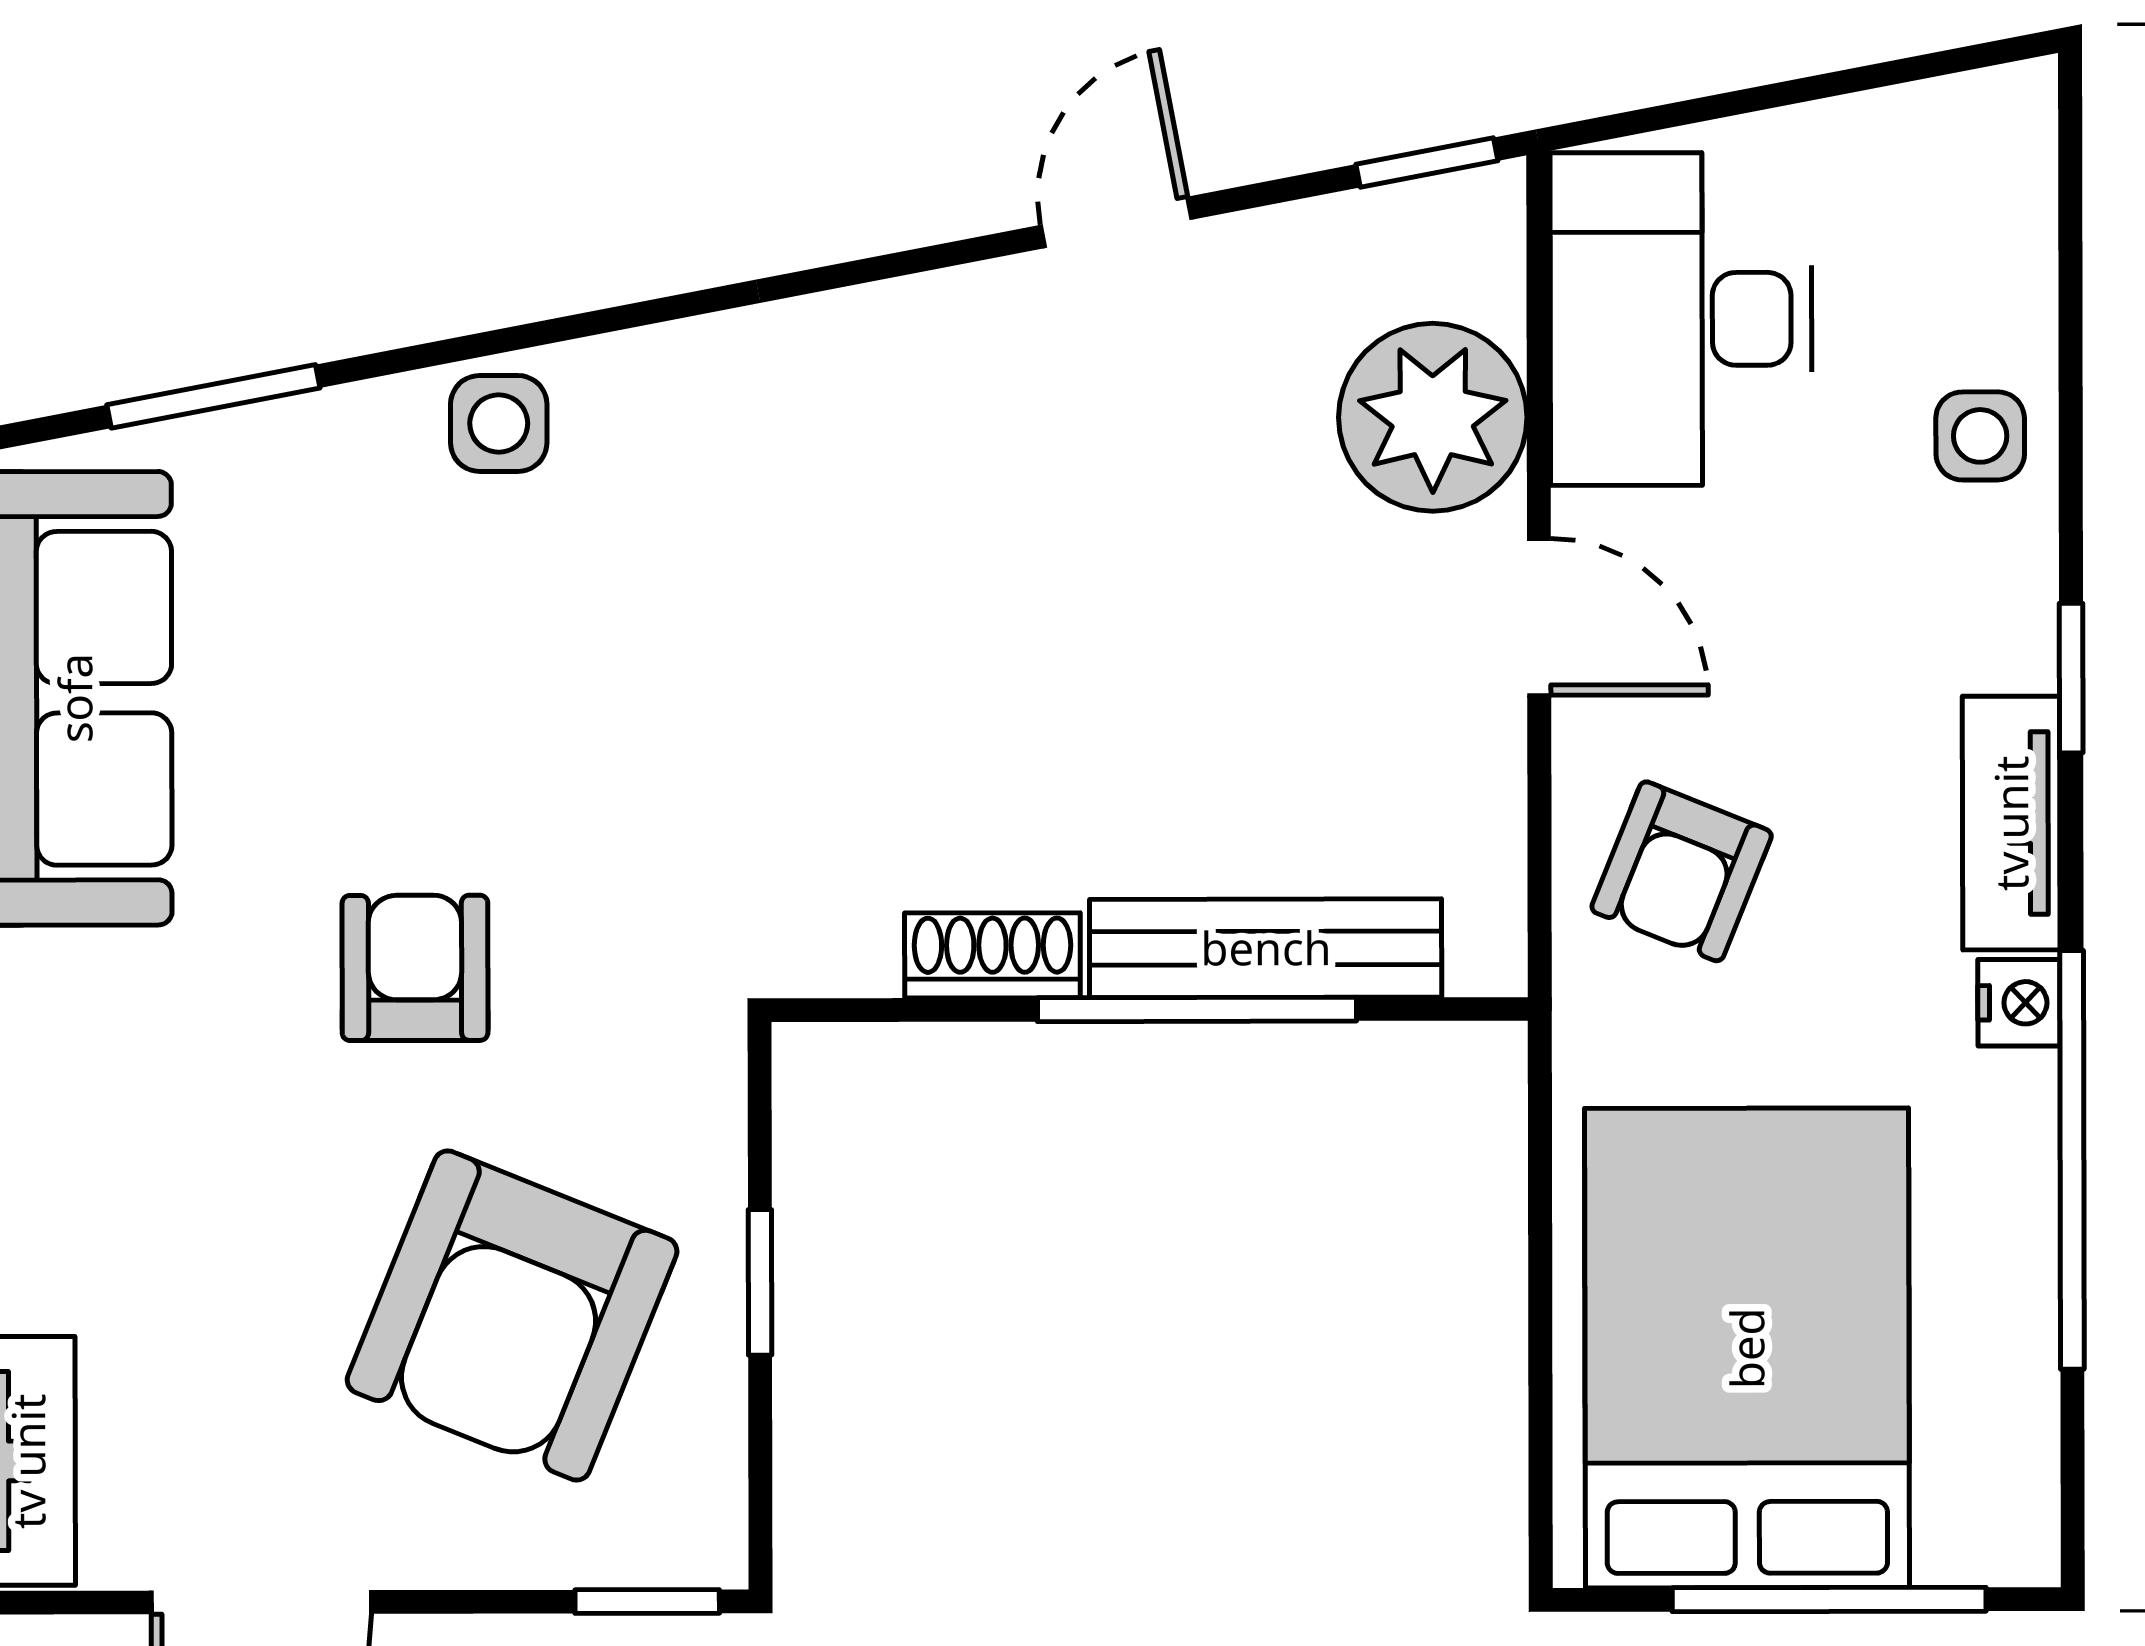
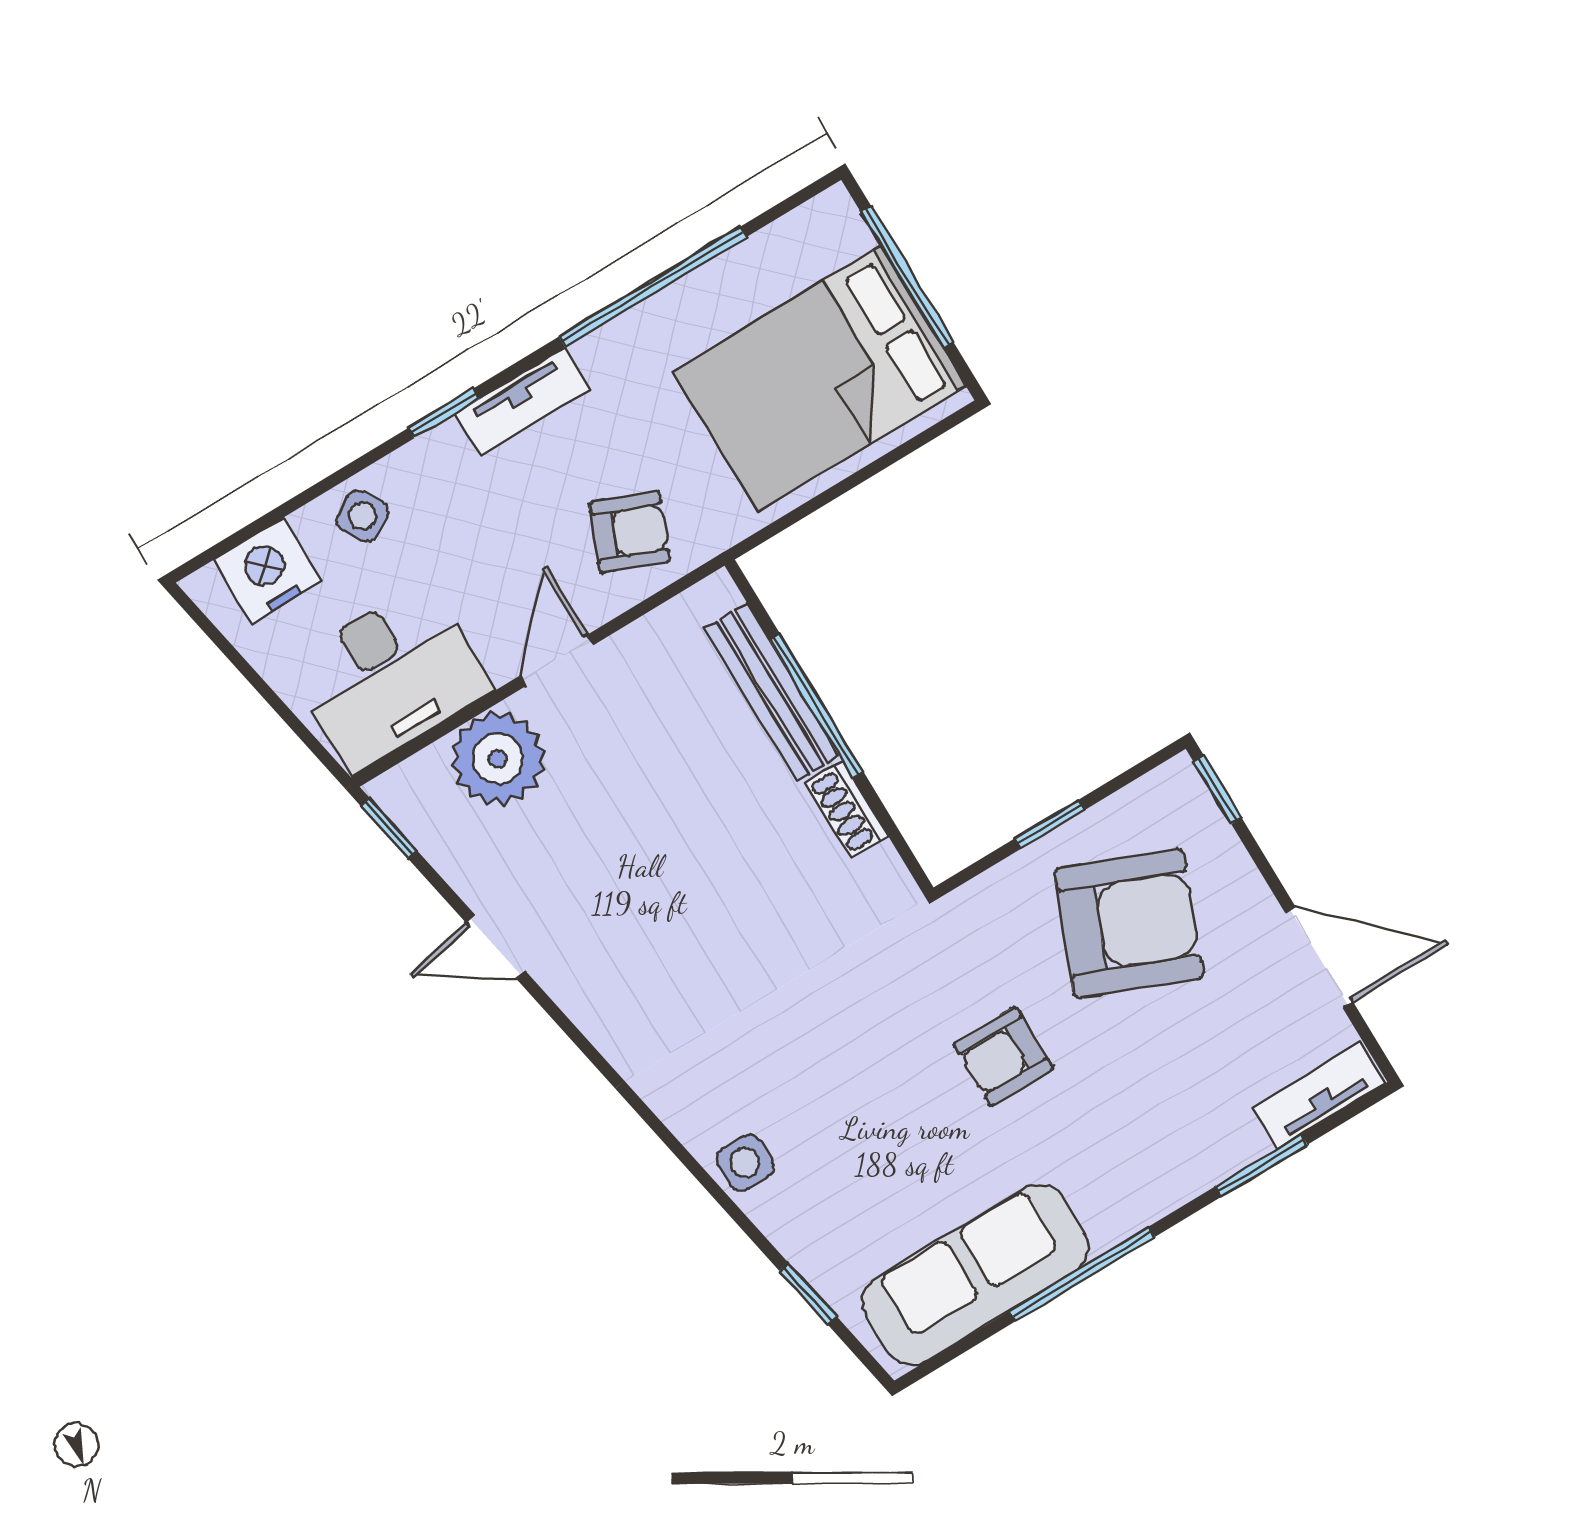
window: (213, 396) -> (808, 1294), width x0.67
side table: (1980, 436) -> (363, 516), turned -31
nightstand: (2019, 1003) -> (267, 571), moved, width x1.89, depth x1.79

